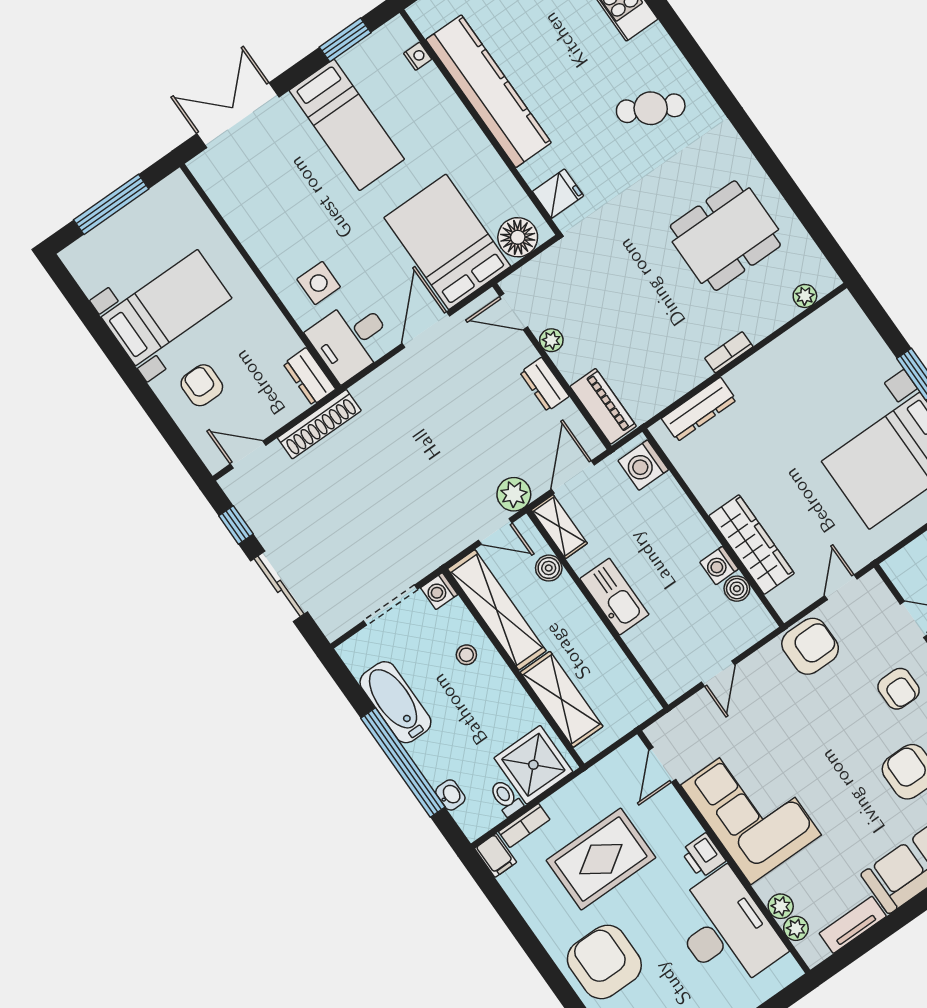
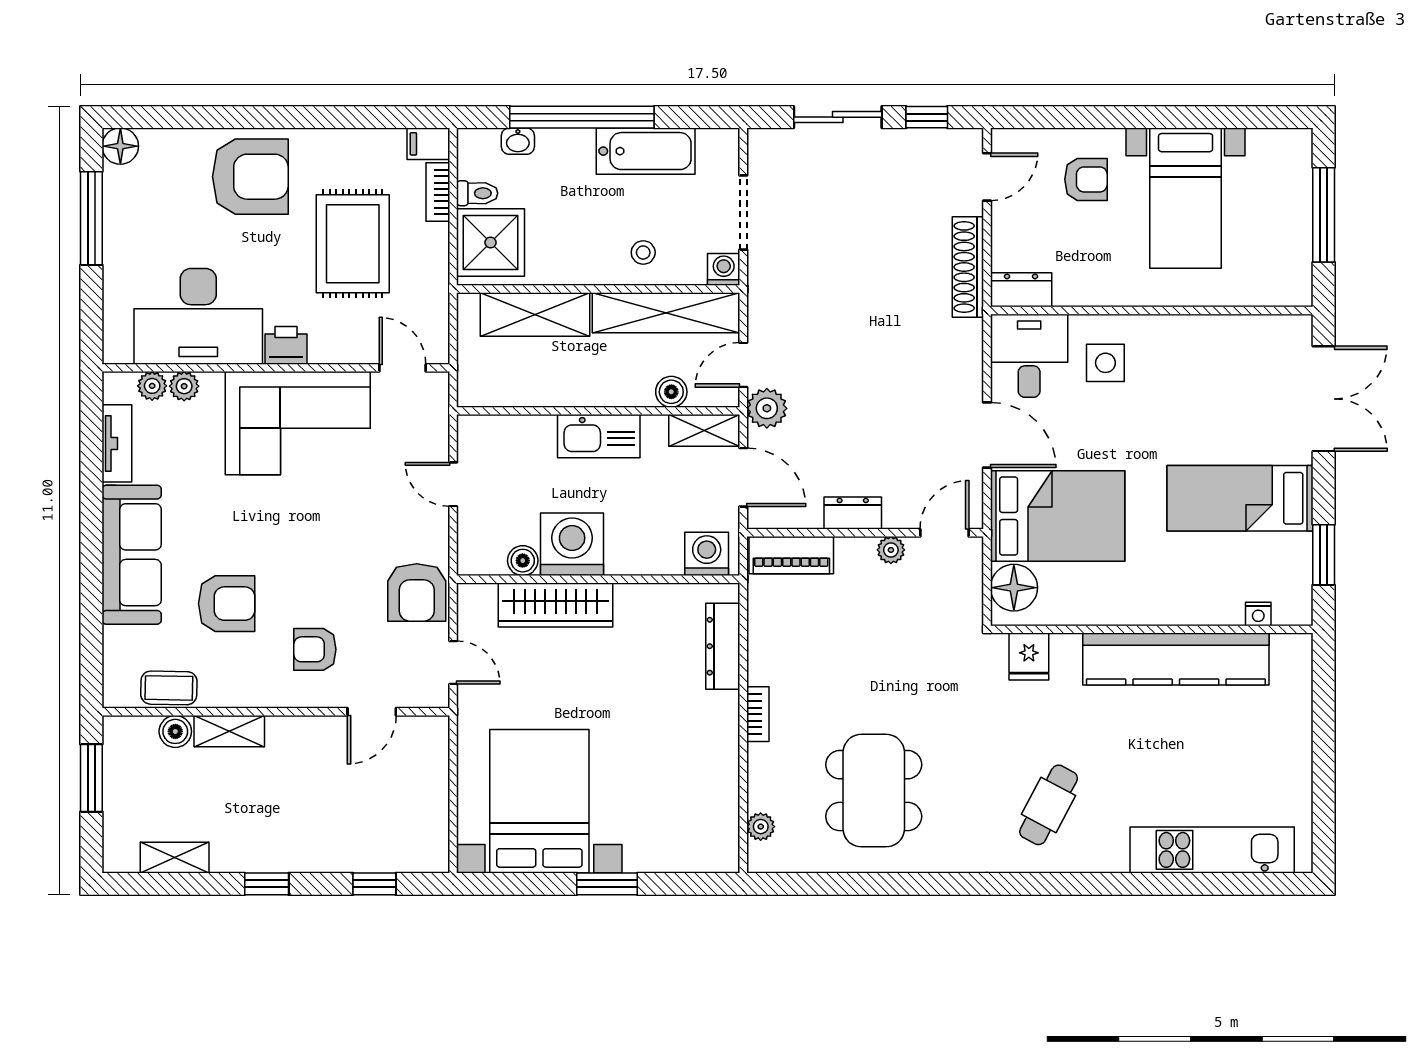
washing machine: (719, 566) -> (572, 544), width x1.89, depth x1.89

